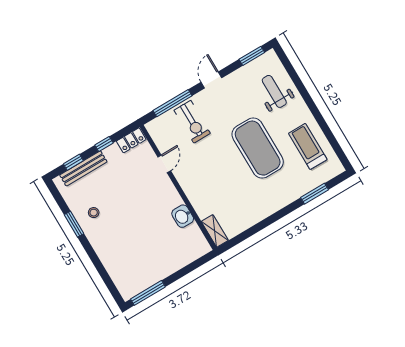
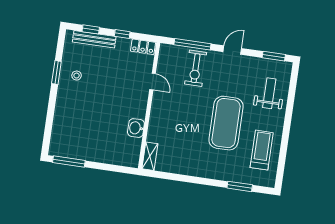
door: (164, 164) -> (153, 82), hinge flipped

